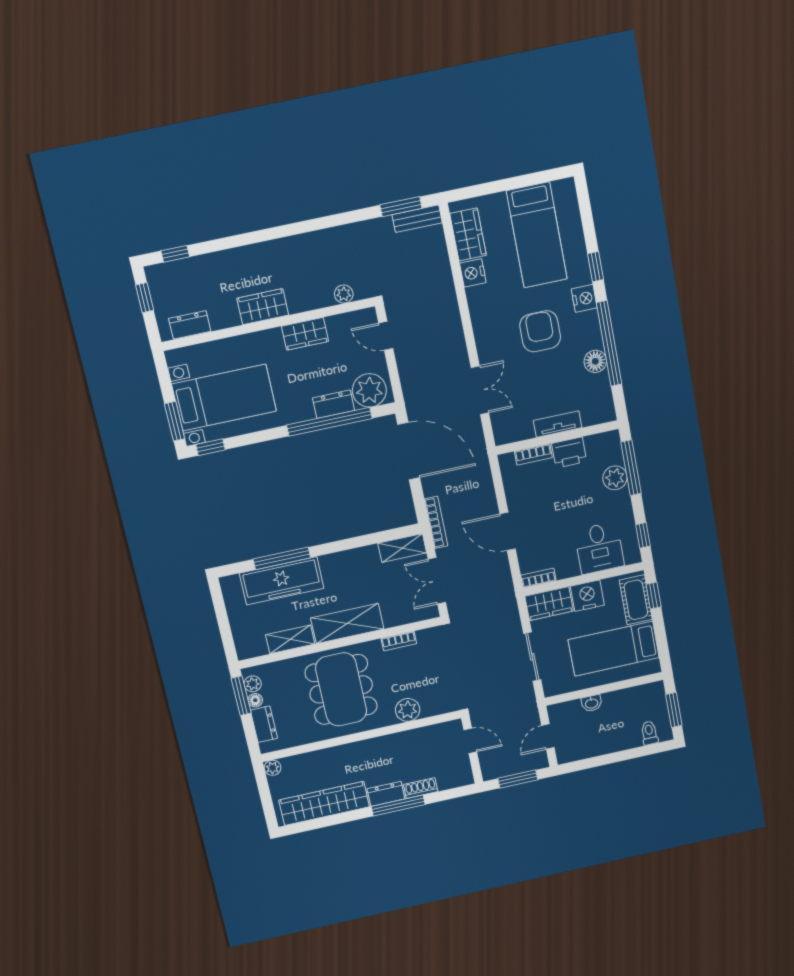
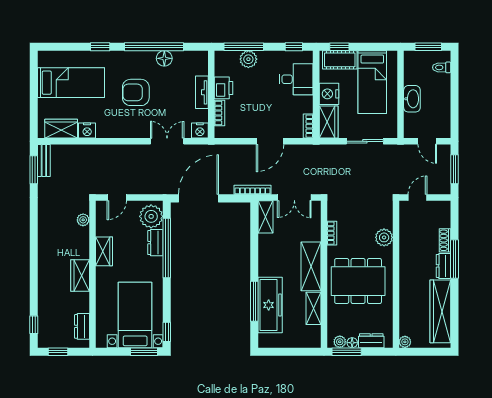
nightstand: (584, 298) -> (200, 131), moved, turned 180
washbasin: (592, 703) -> (412, 99), width x1.91, depth x1.45

